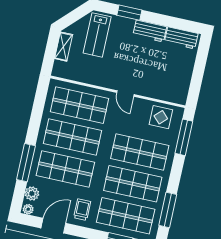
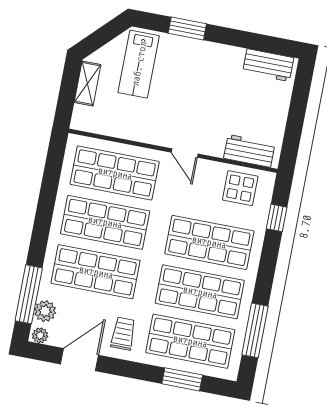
workbench: (150, 31) -> (249, 151), moved, turned 180
window: (184, 137) -> (277, 218), width x0.46
window: (26, 163) -> (29, 294), moved

